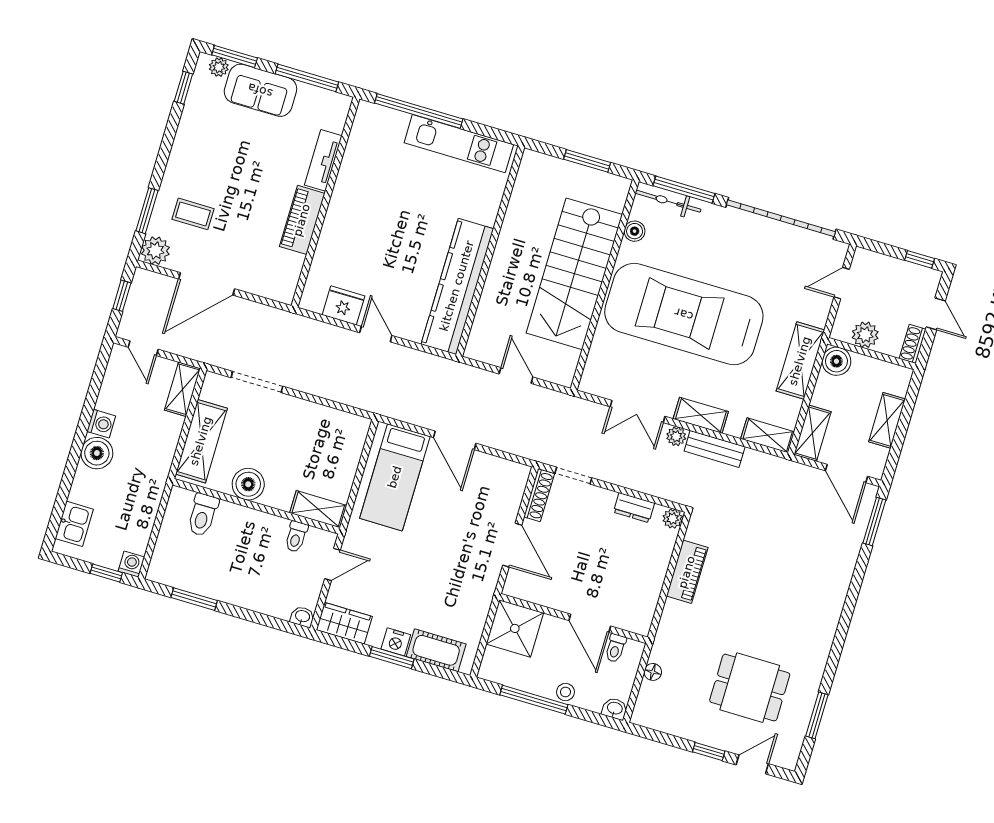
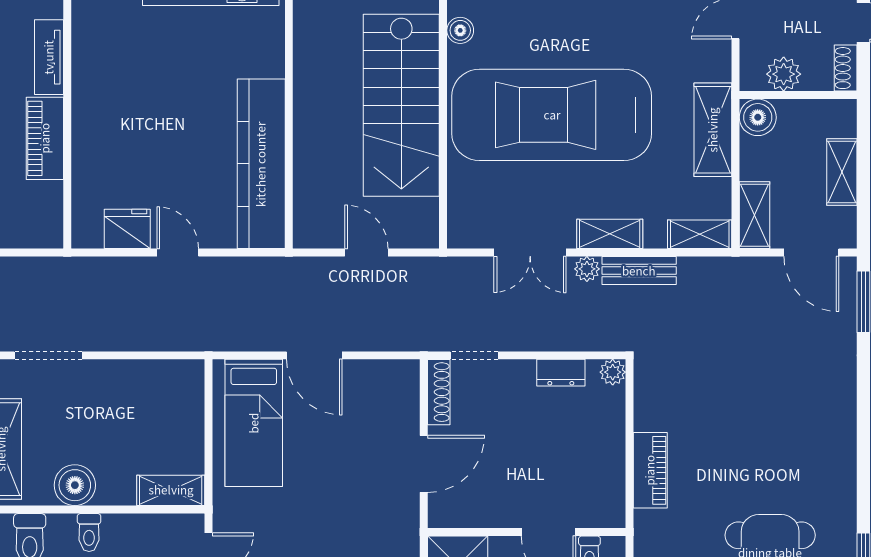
toilet: (296, 537) -> (89, 533), moved
door: (512, 545) -> (424, 464), hinge flipped
piano: (687, 572) -> (650, 470), moved

